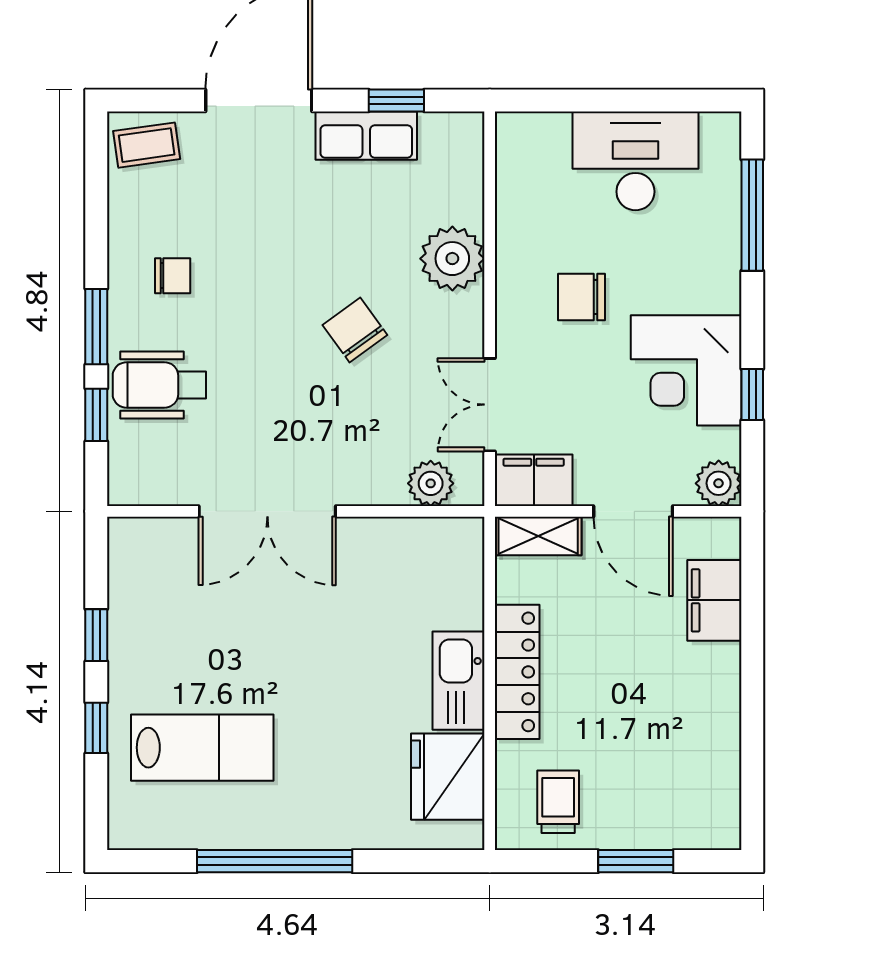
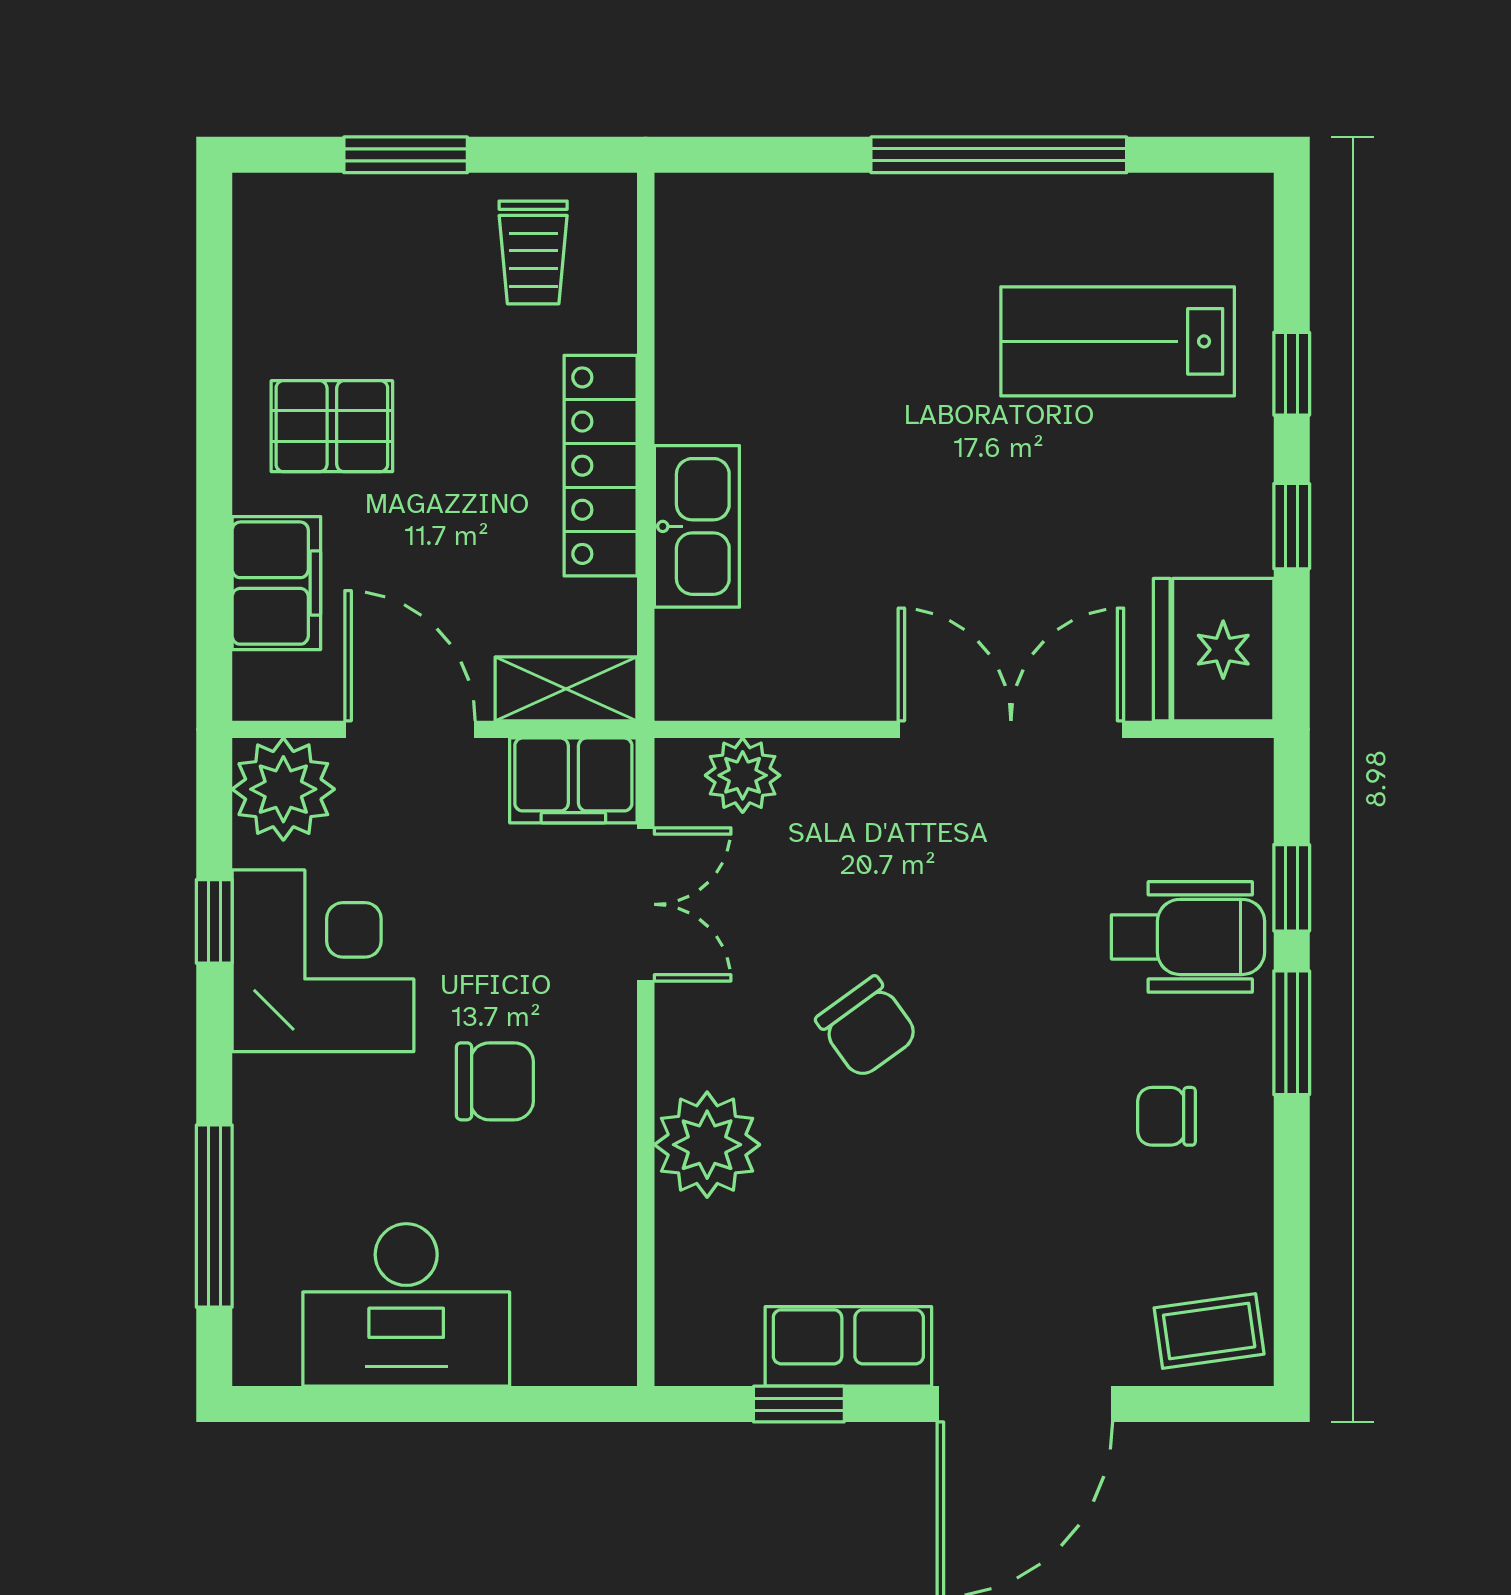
plant: (719, 483) -> (283, 789), width x1.36, depth x1.36
kitchen sink: (458, 681) -> (697, 526), moved
pallet: (681, 696) -> (332, 426), added
fridge: (448, 777) -> (1214, 650), moved, turned 180

